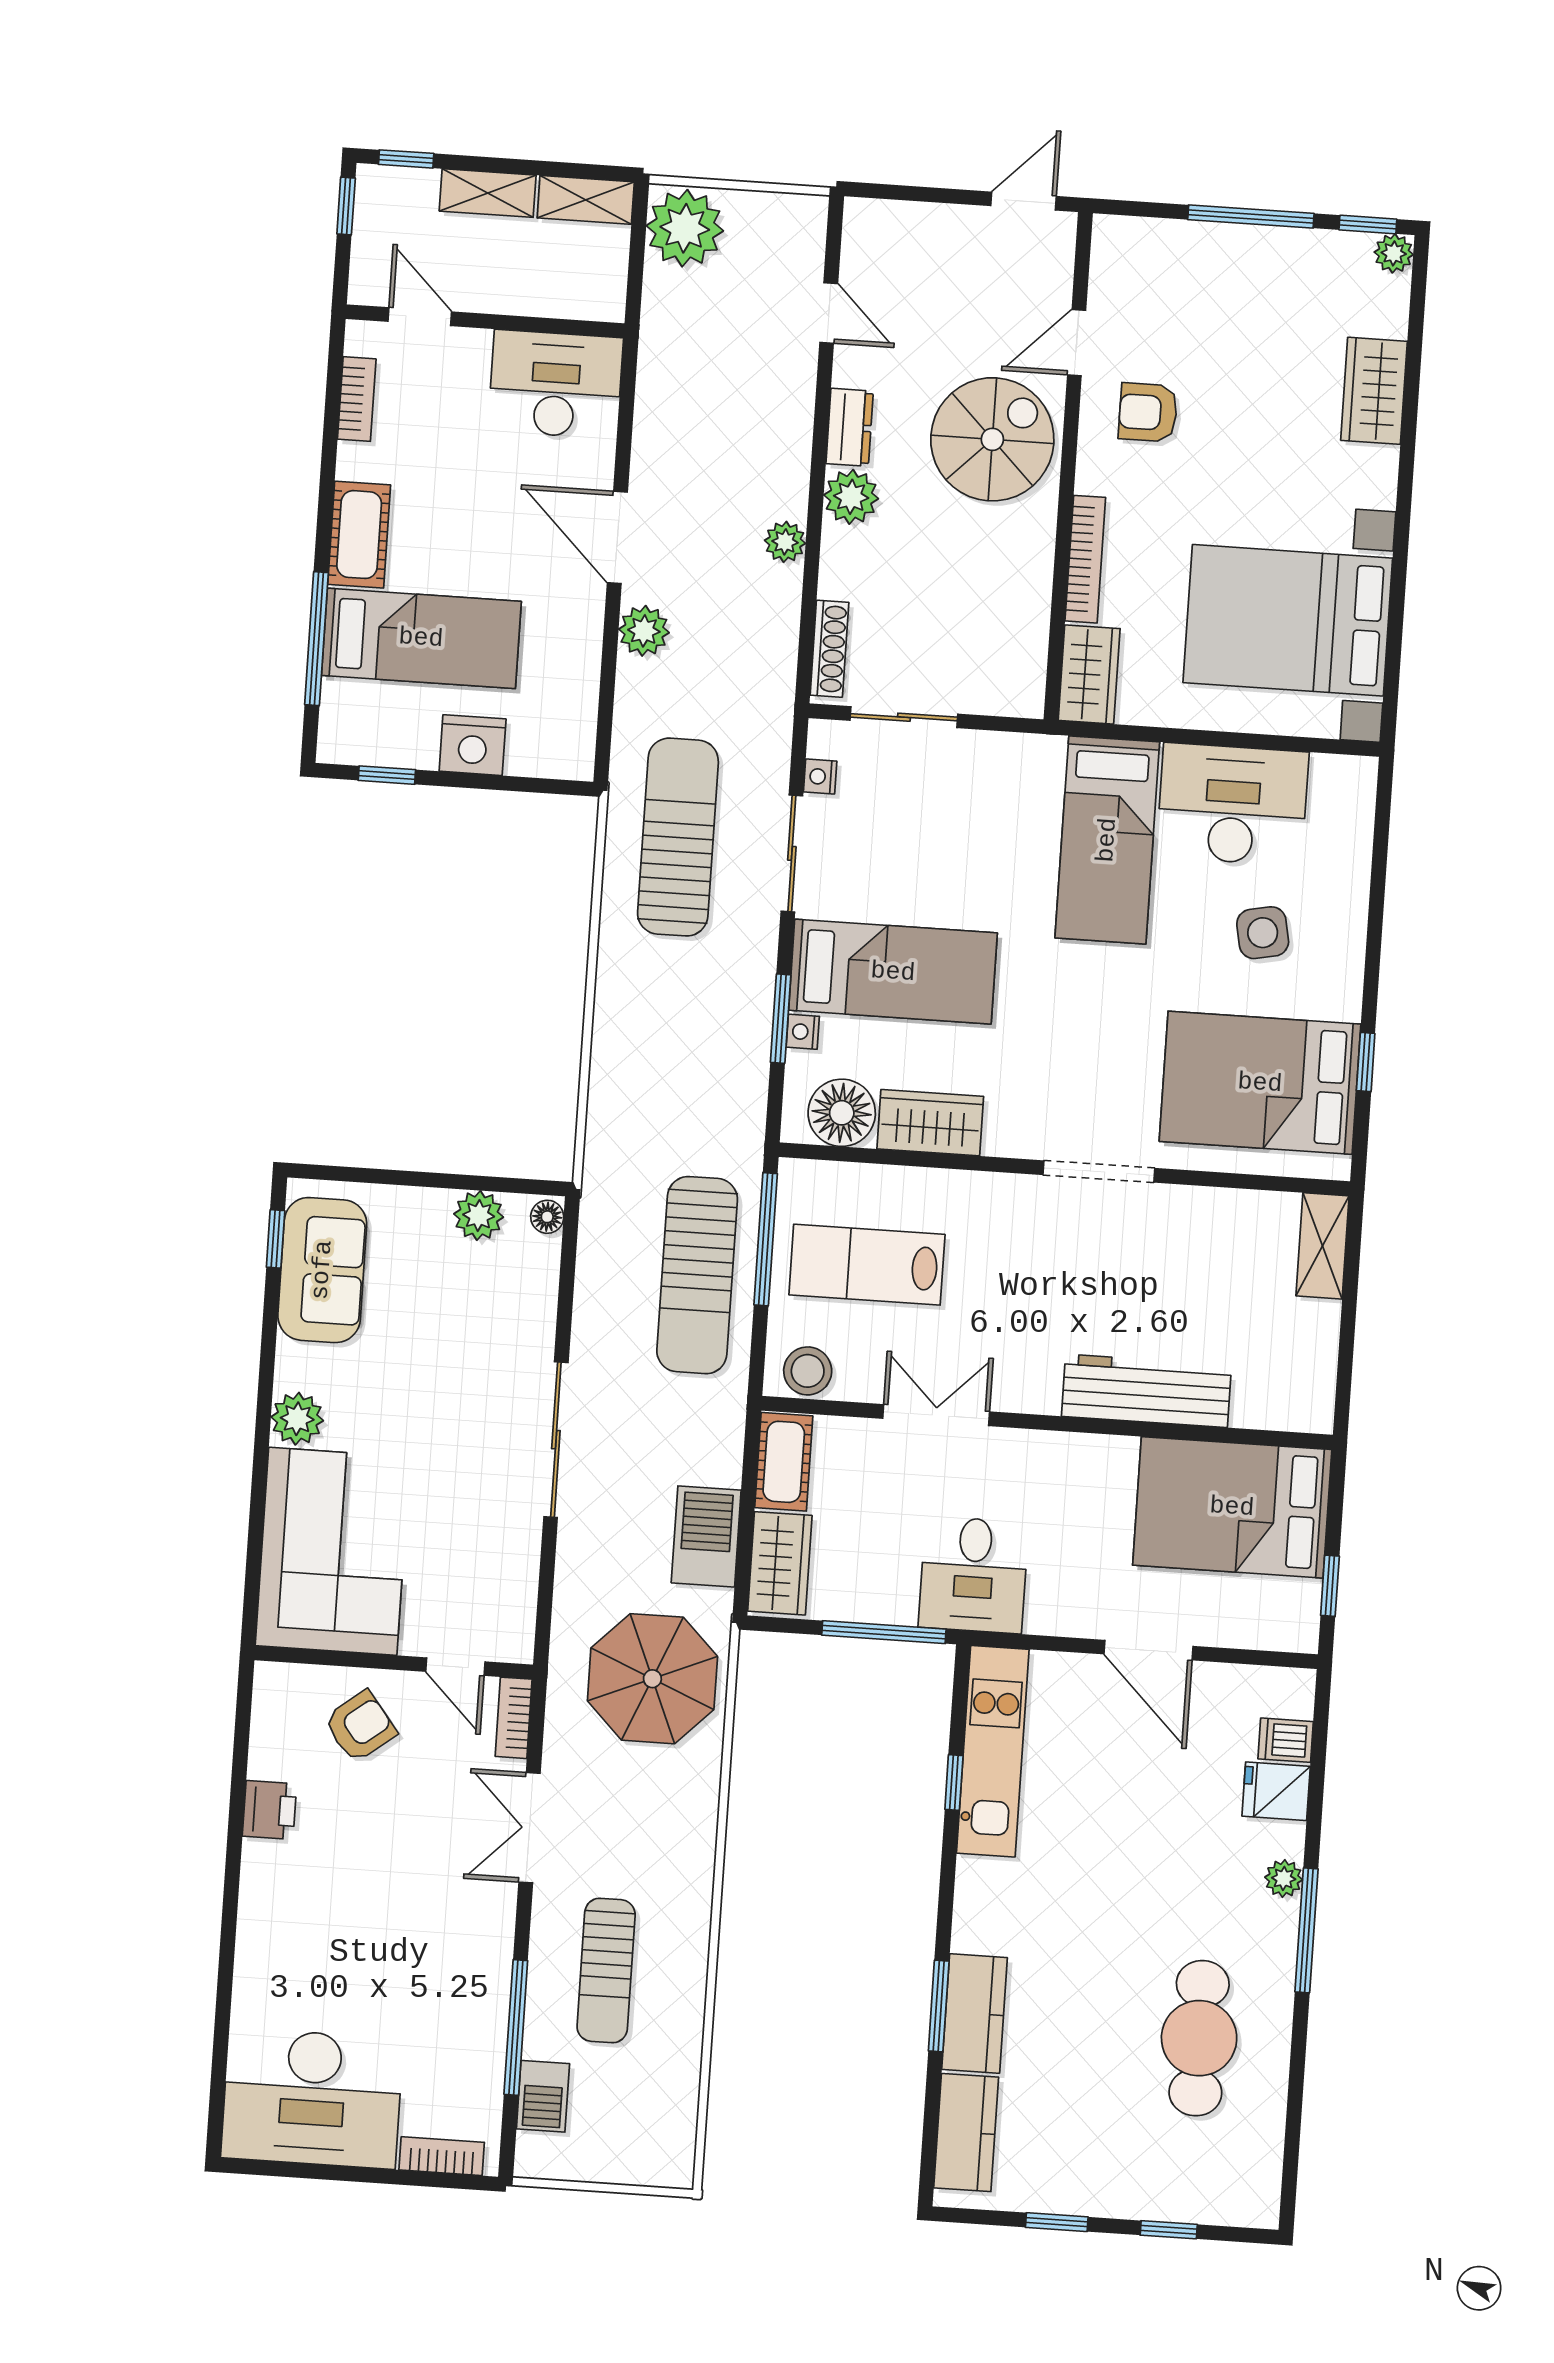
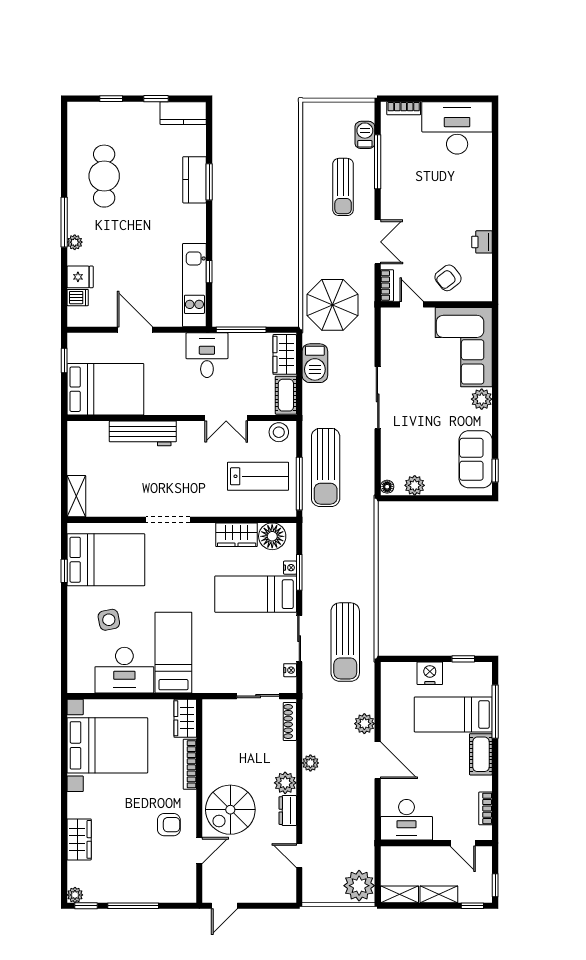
sun lounger: (697, 1275) -> (326, 467), turned 180
sun lounger: (606, 1971) -> (343, 187), turned 180
kitchen counter: (966, 2133) -> (183, 113), moved, turned -90

